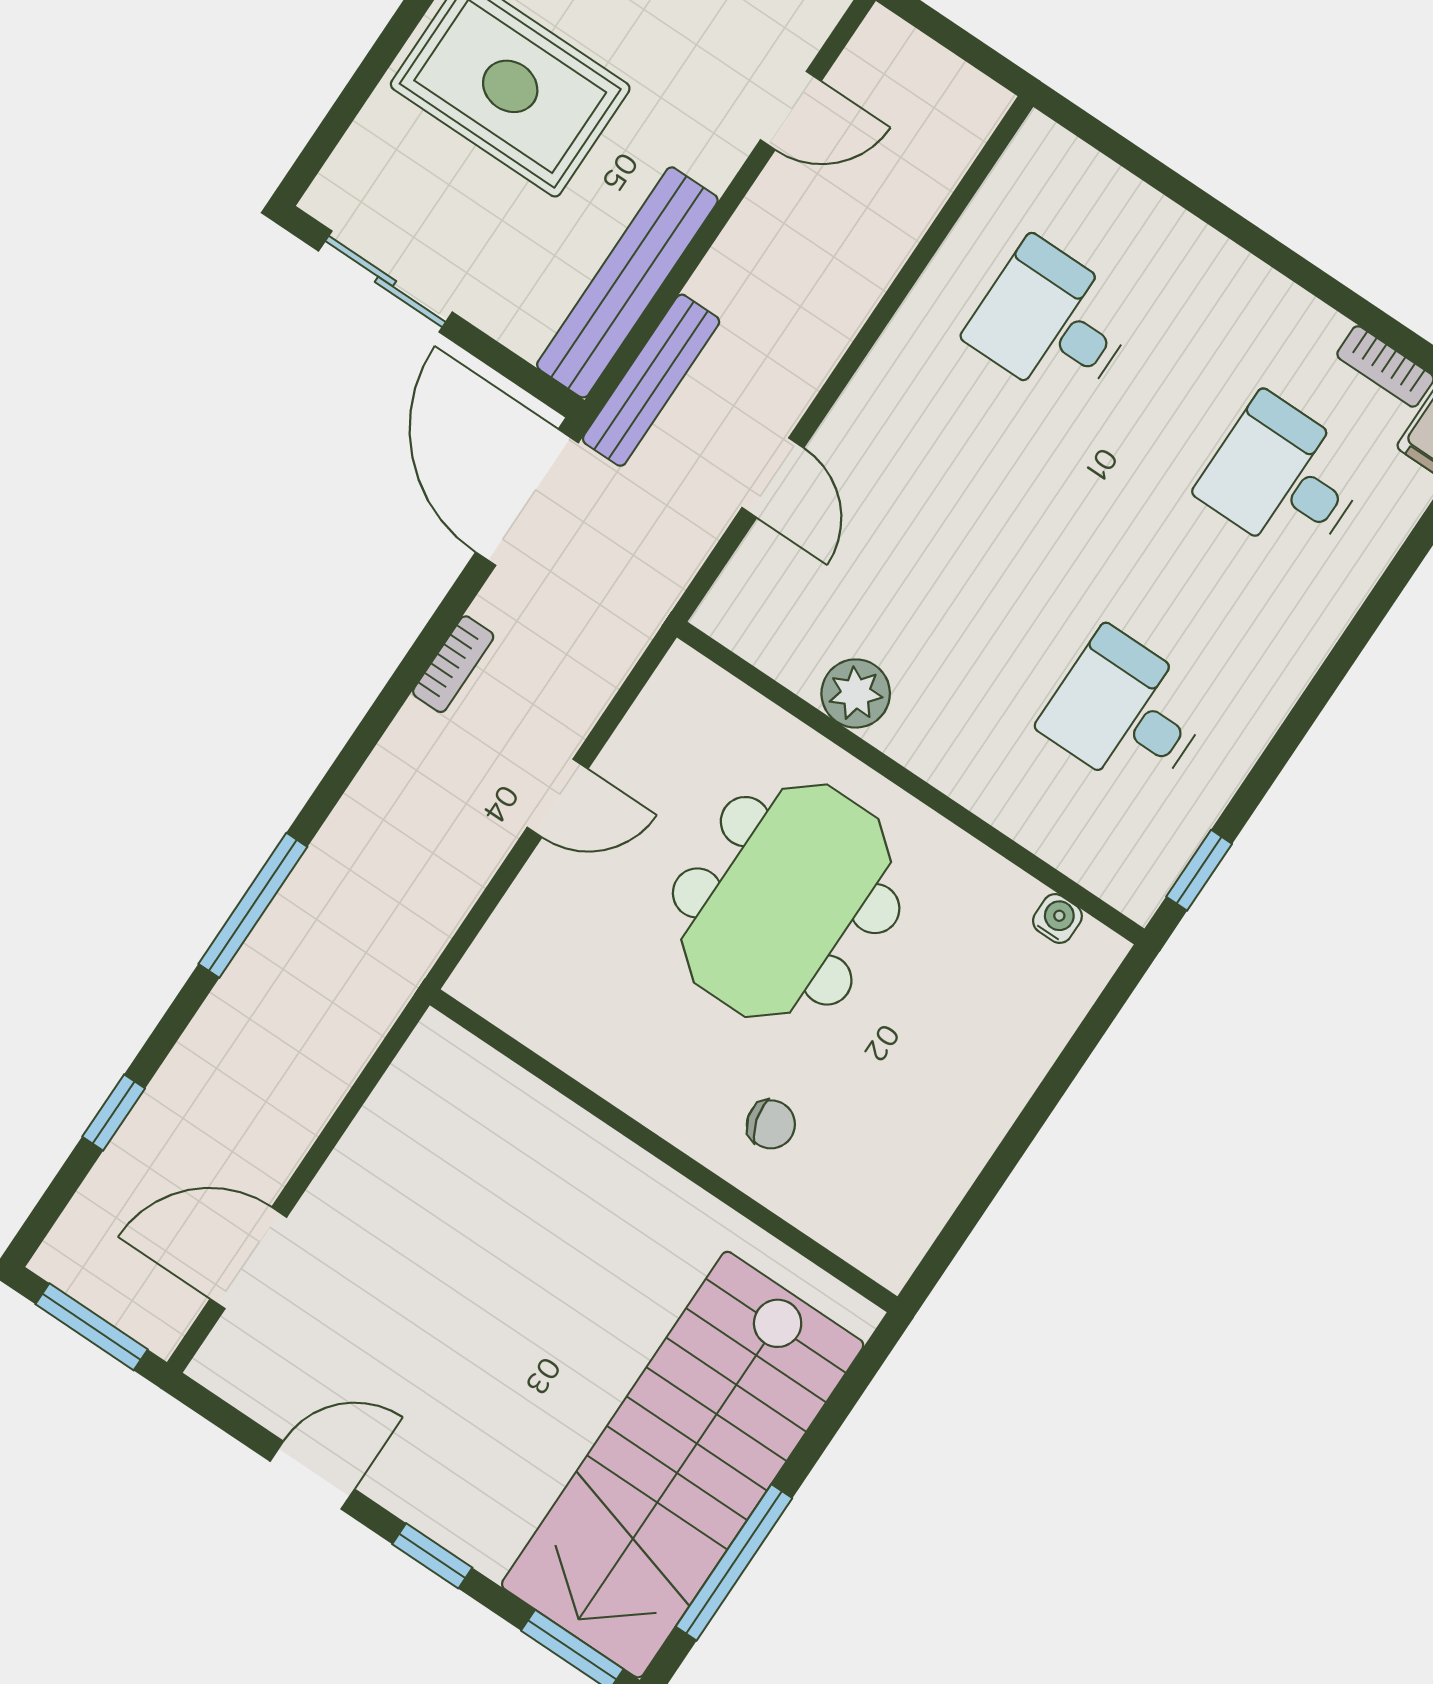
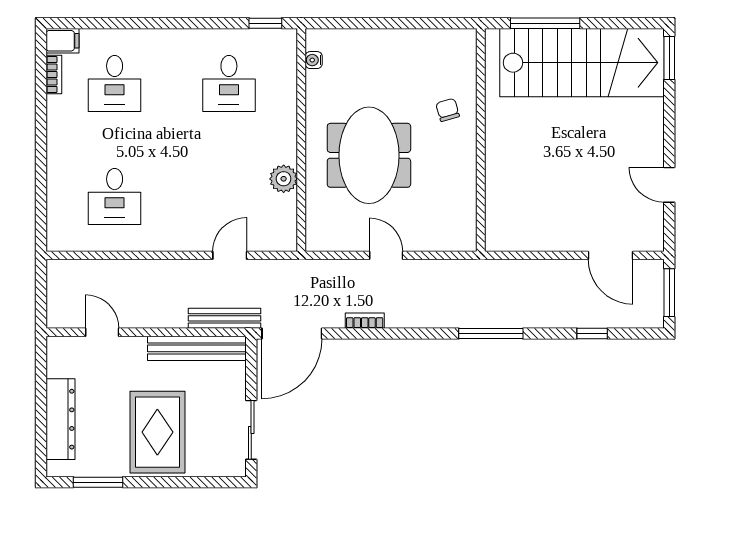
meeting table: (786, 901) -> (369, 155), turned 90
window: (432, 1556) -> (669, 126), removed
window: (734, 1562) -> (545, 23), moved

